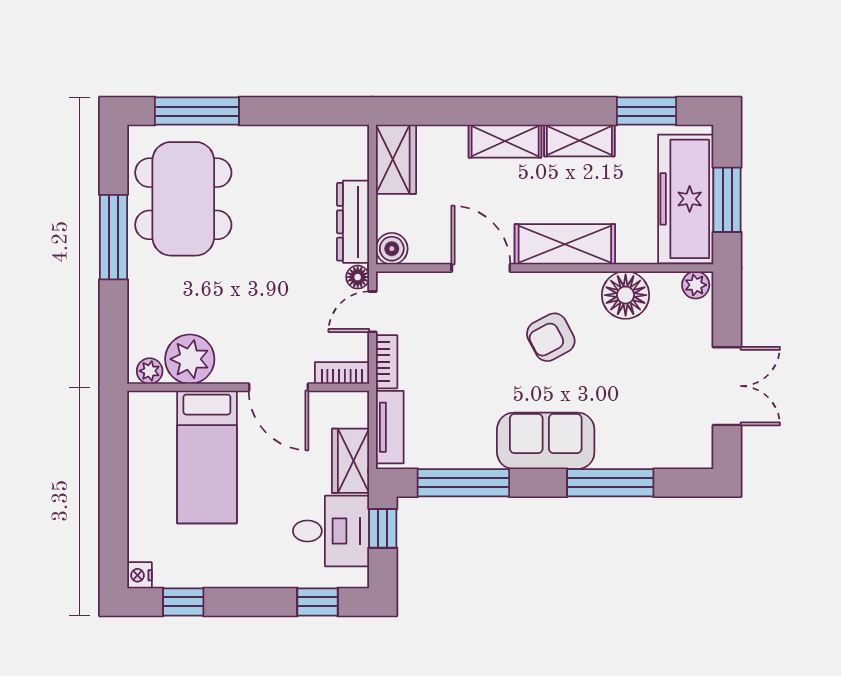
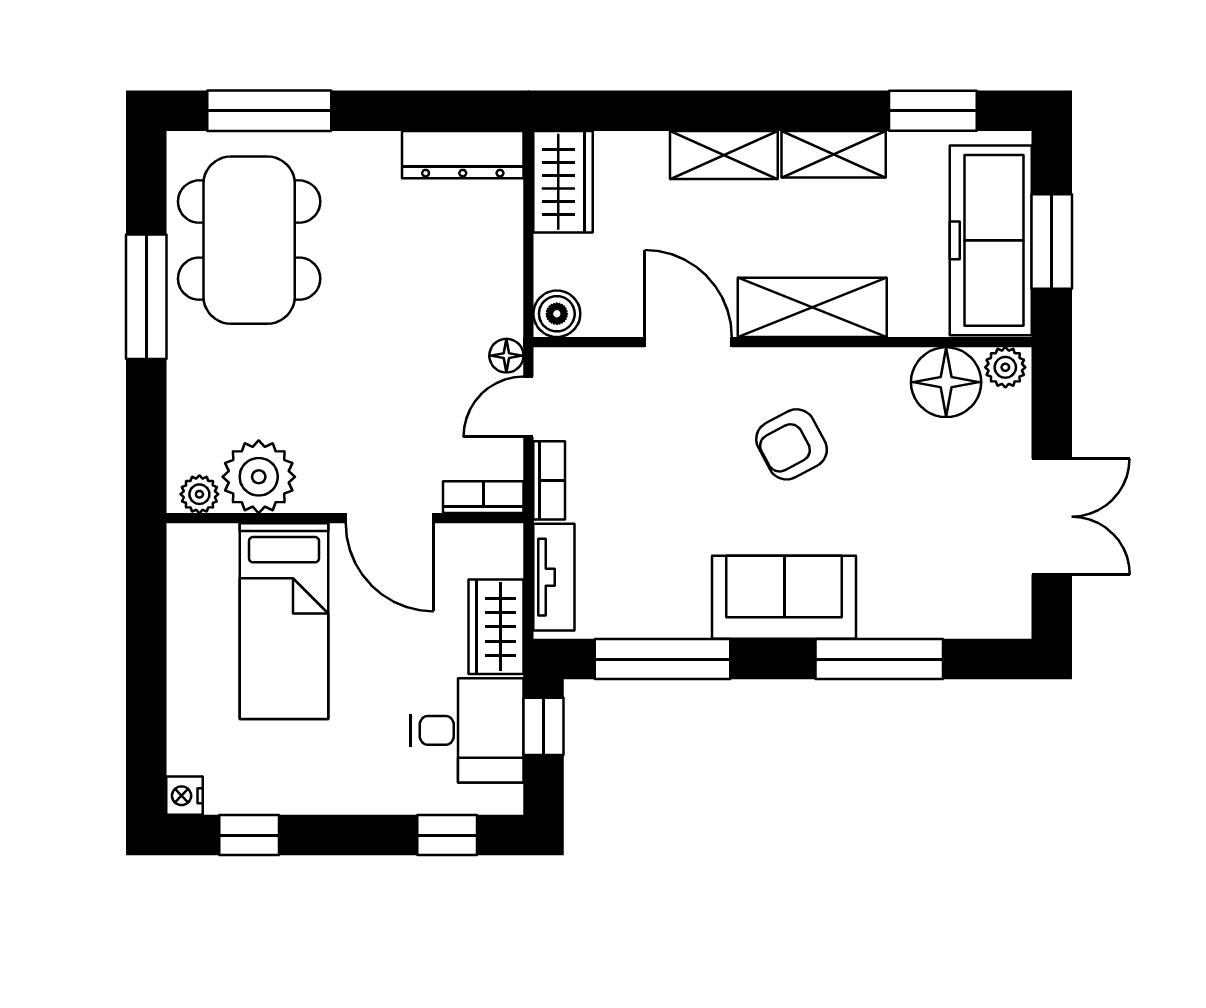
dresser: (353, 222) -> (463, 155), moved, turned -90
floor lamp: (626, 295) -> (946, 382), moved

